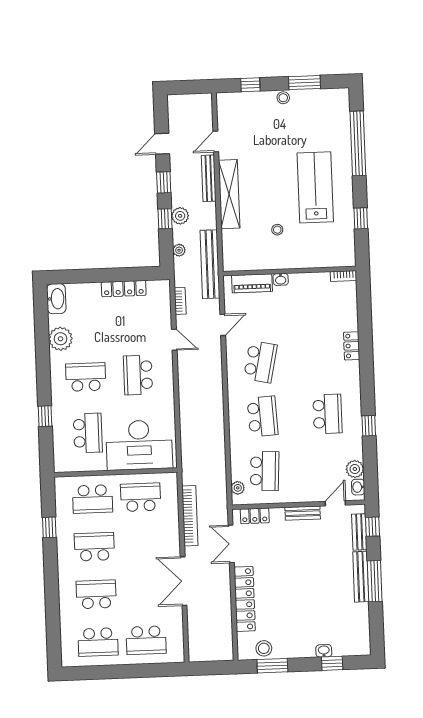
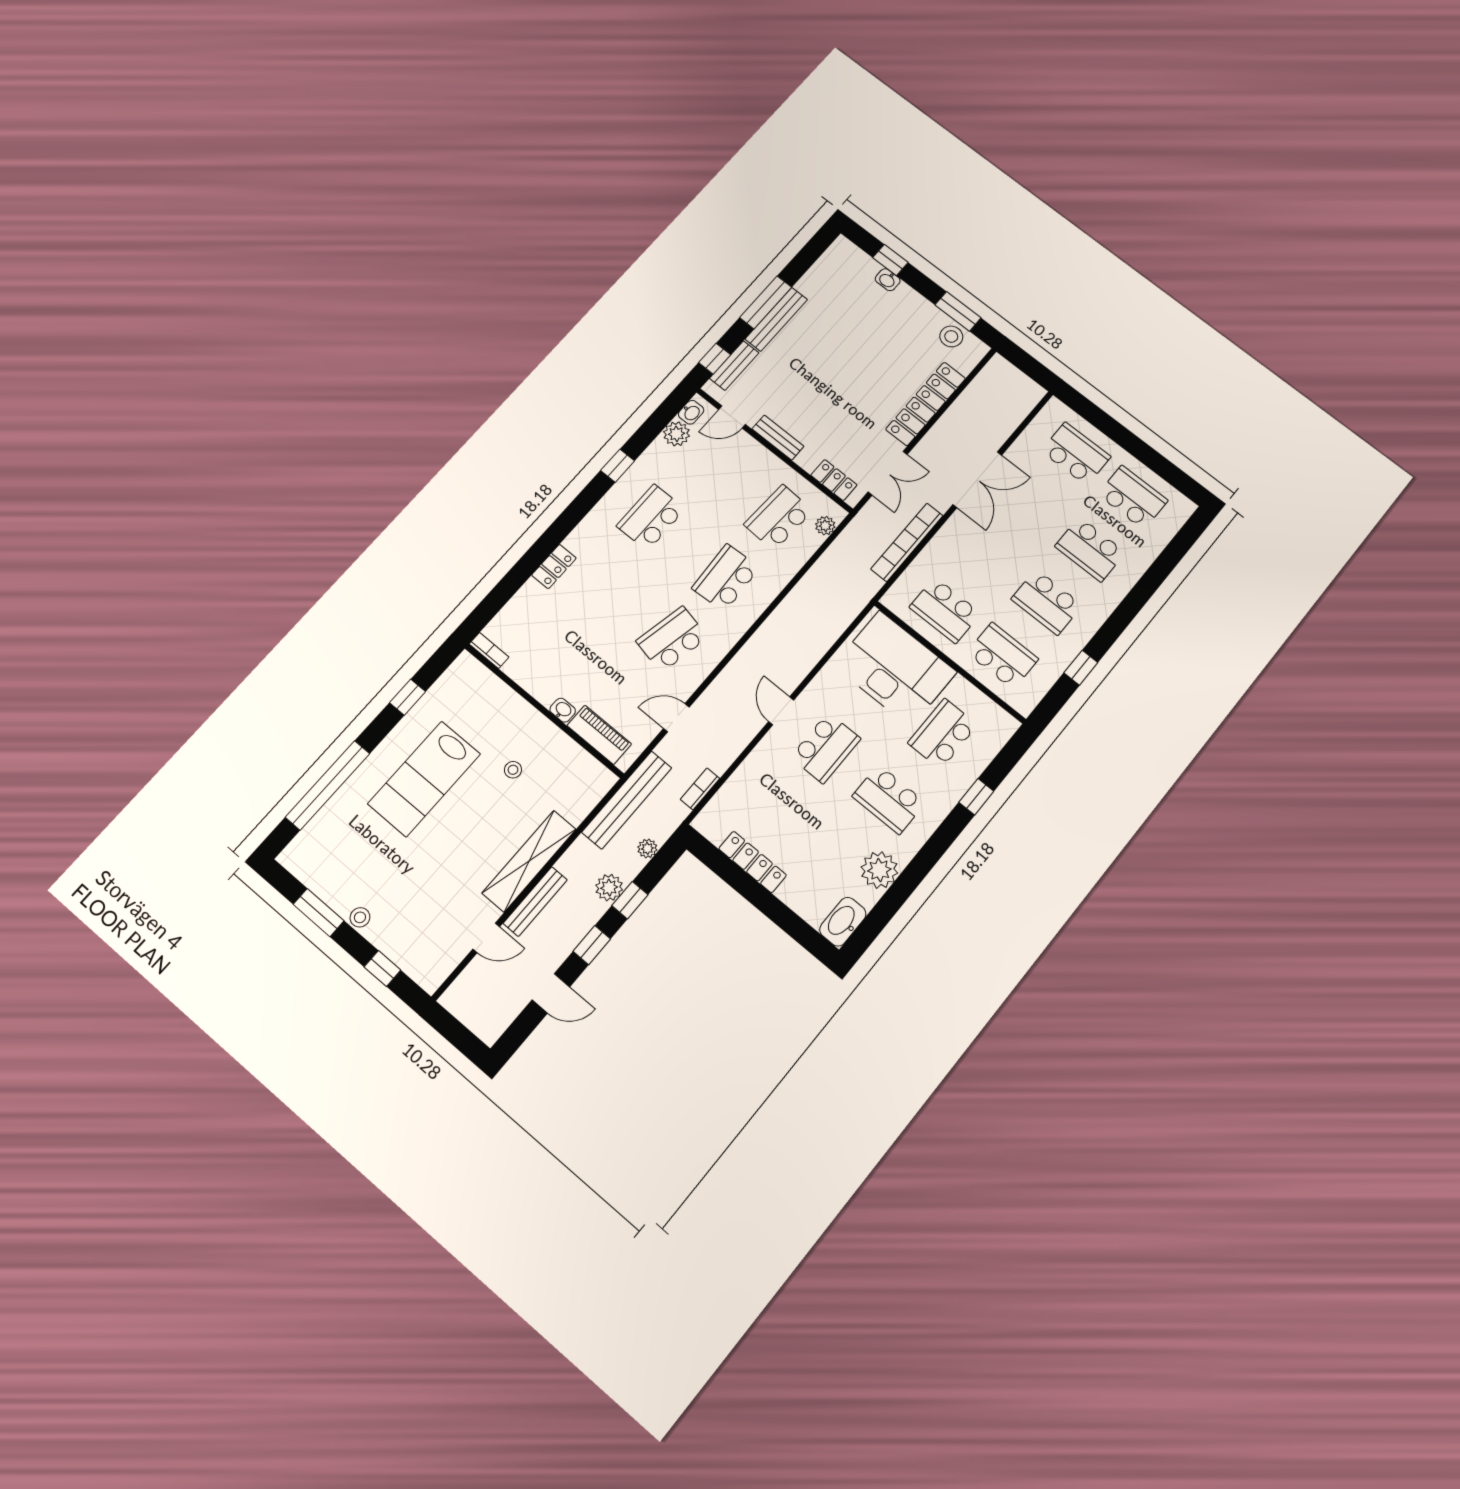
door: (174, 340) -> (781, 711), moved

